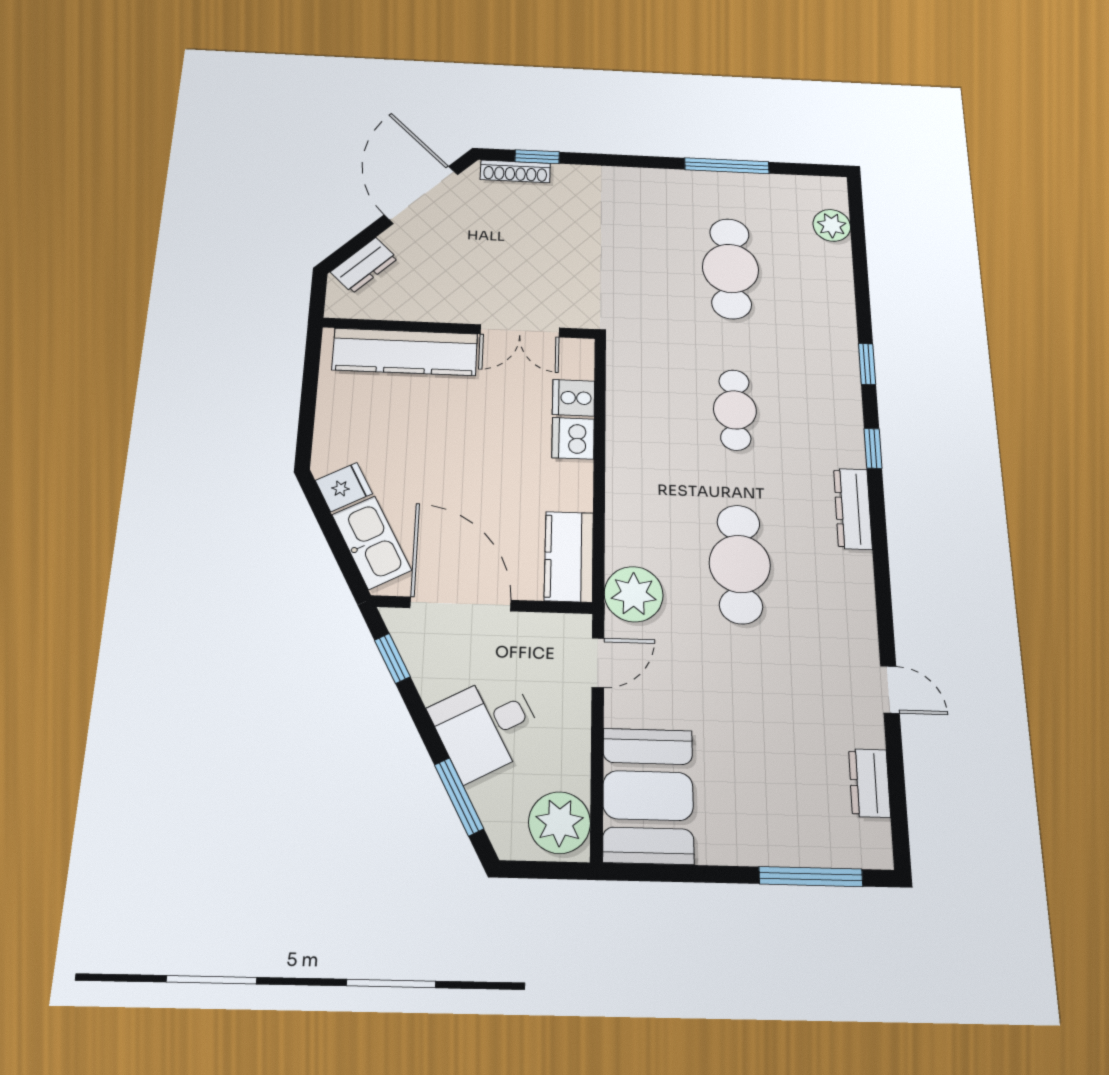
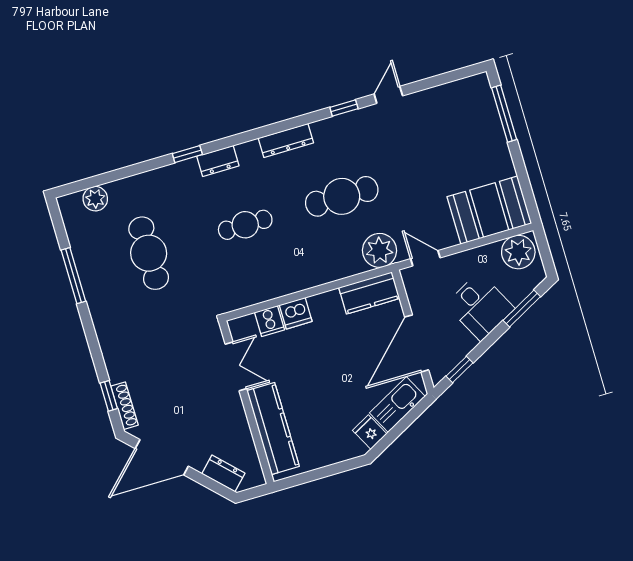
cafe table: (730, 268) -> (149, 253), turned 90
window: (873, 448) -> (344, 108), moved
dresser: (869, 783) -> (218, 161), moved

